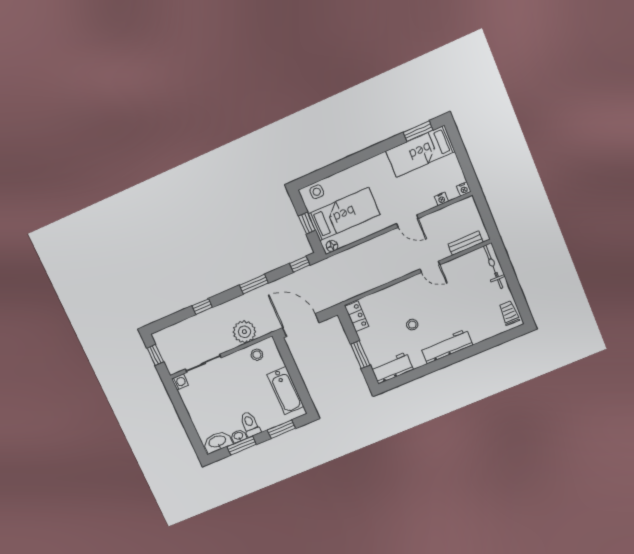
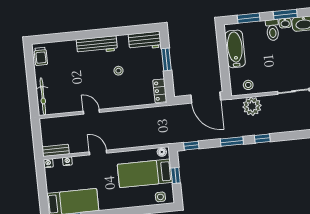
bench: (466, 243) -> (56, 150), moved
window: (202, 307) -> (262, 138), moved

